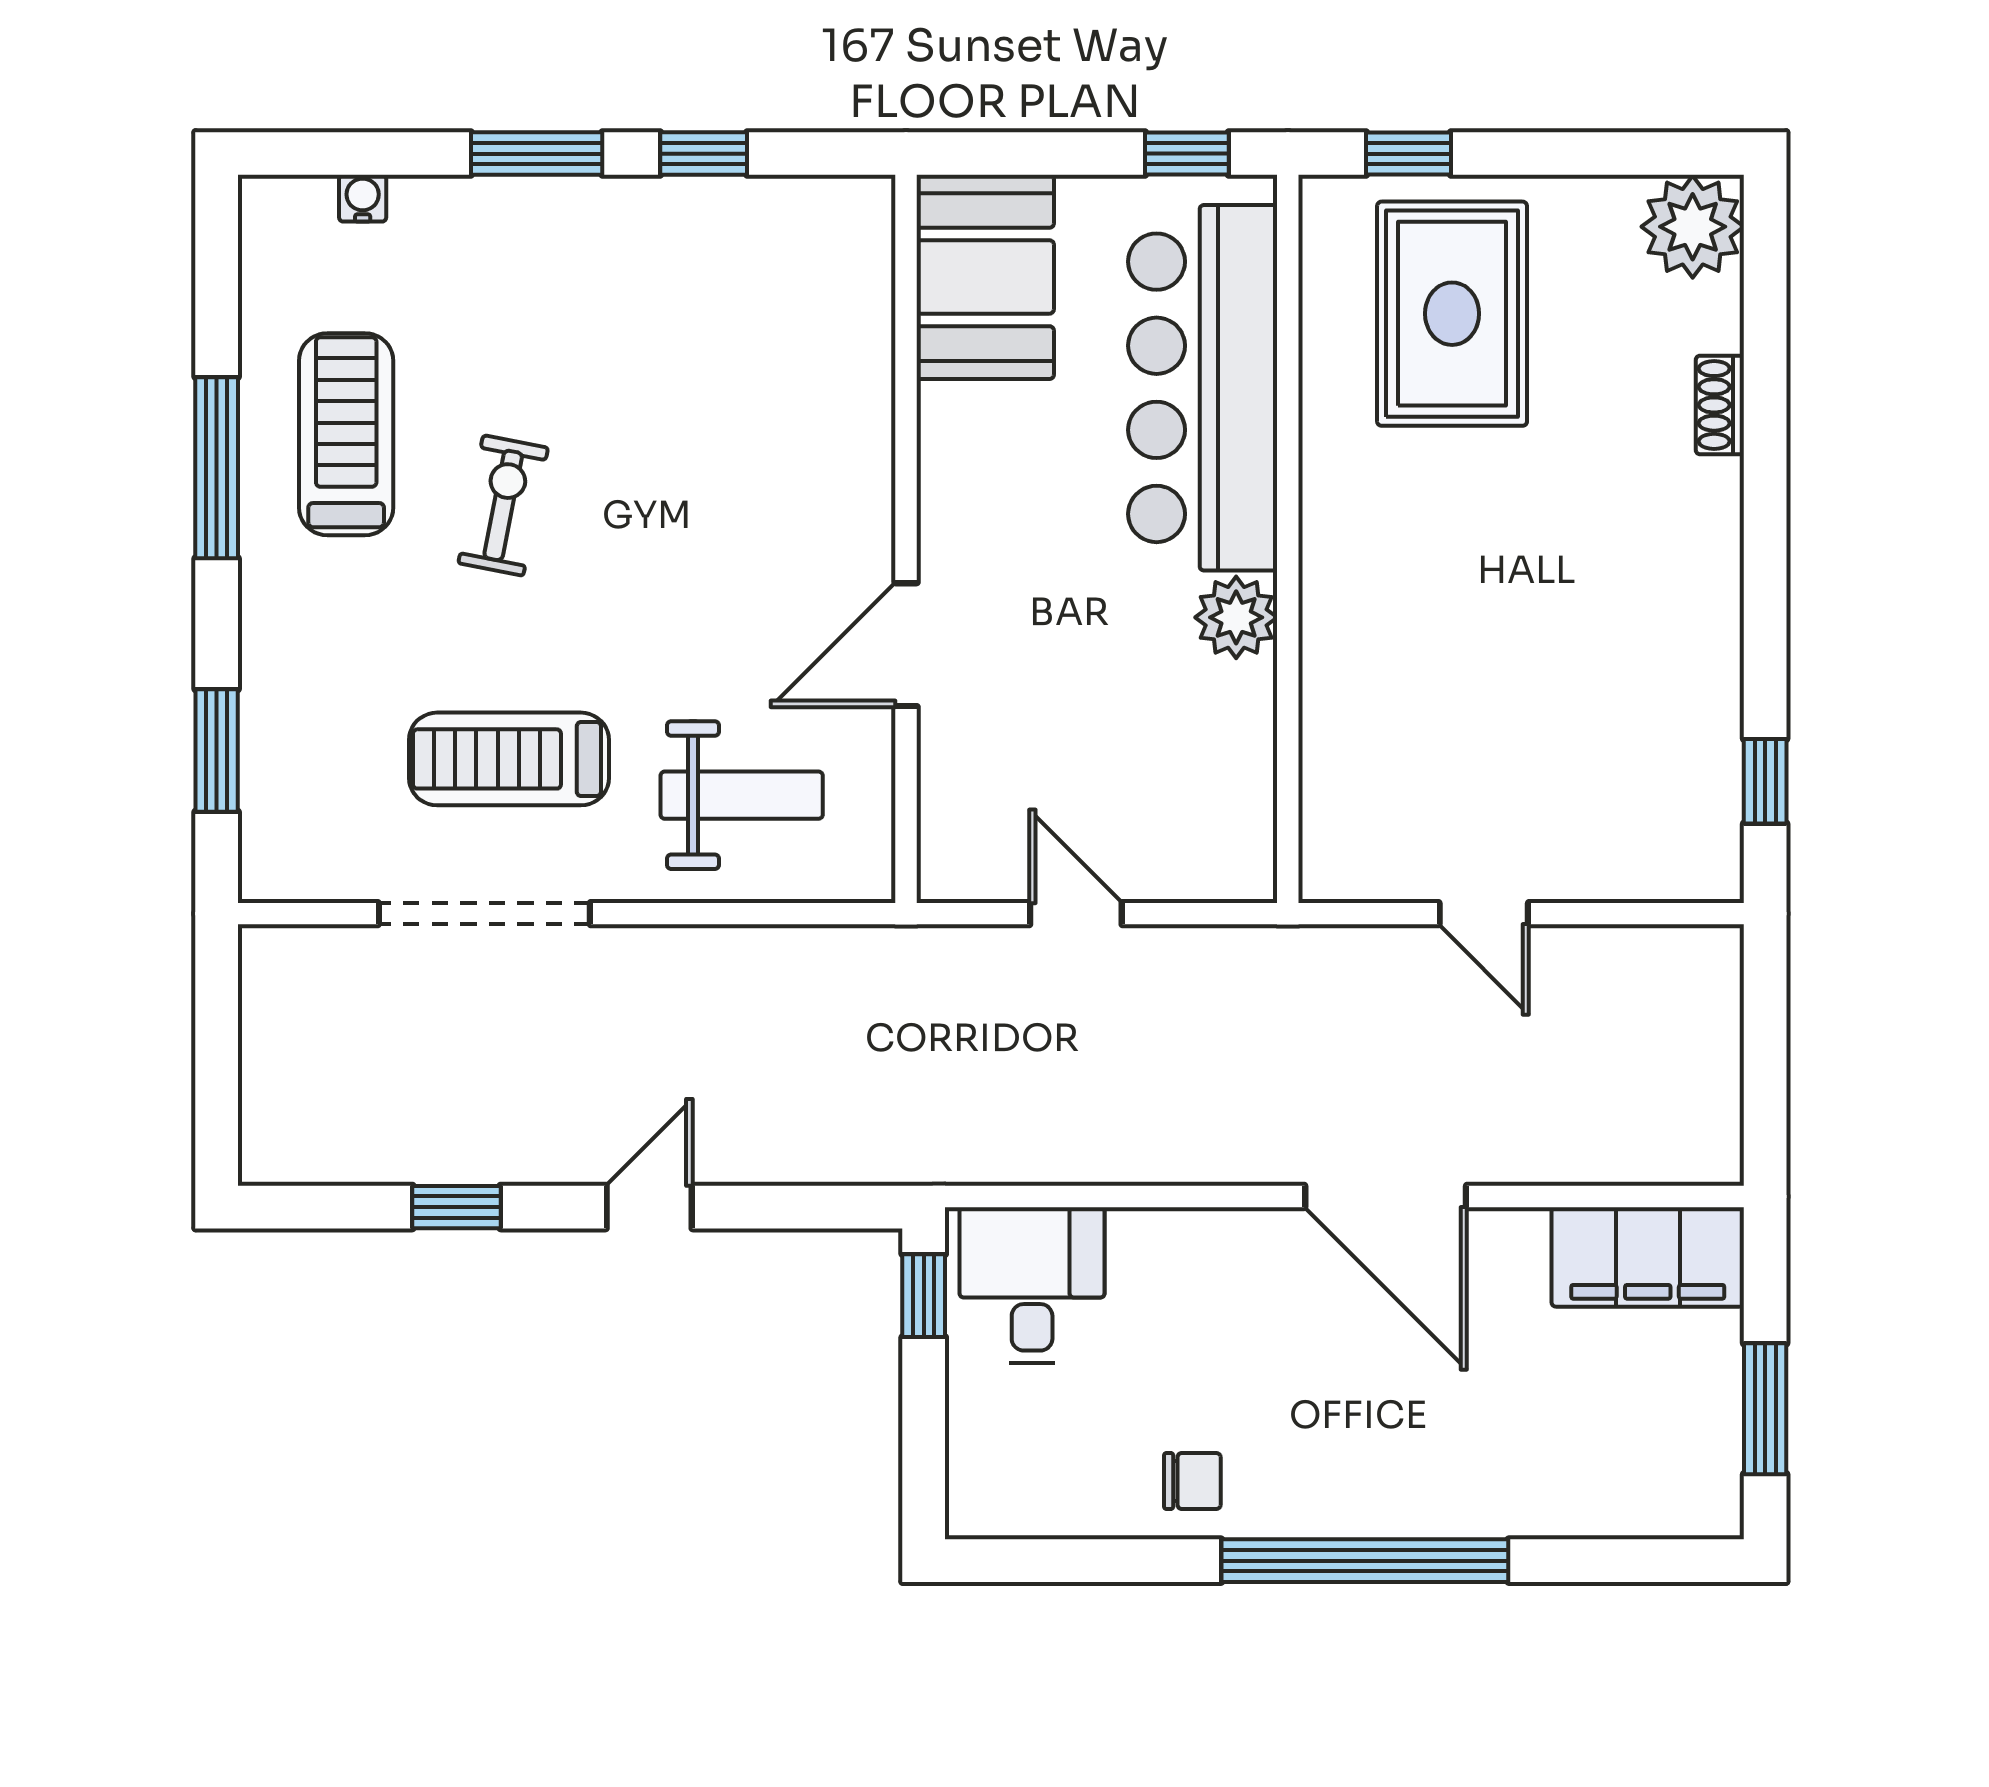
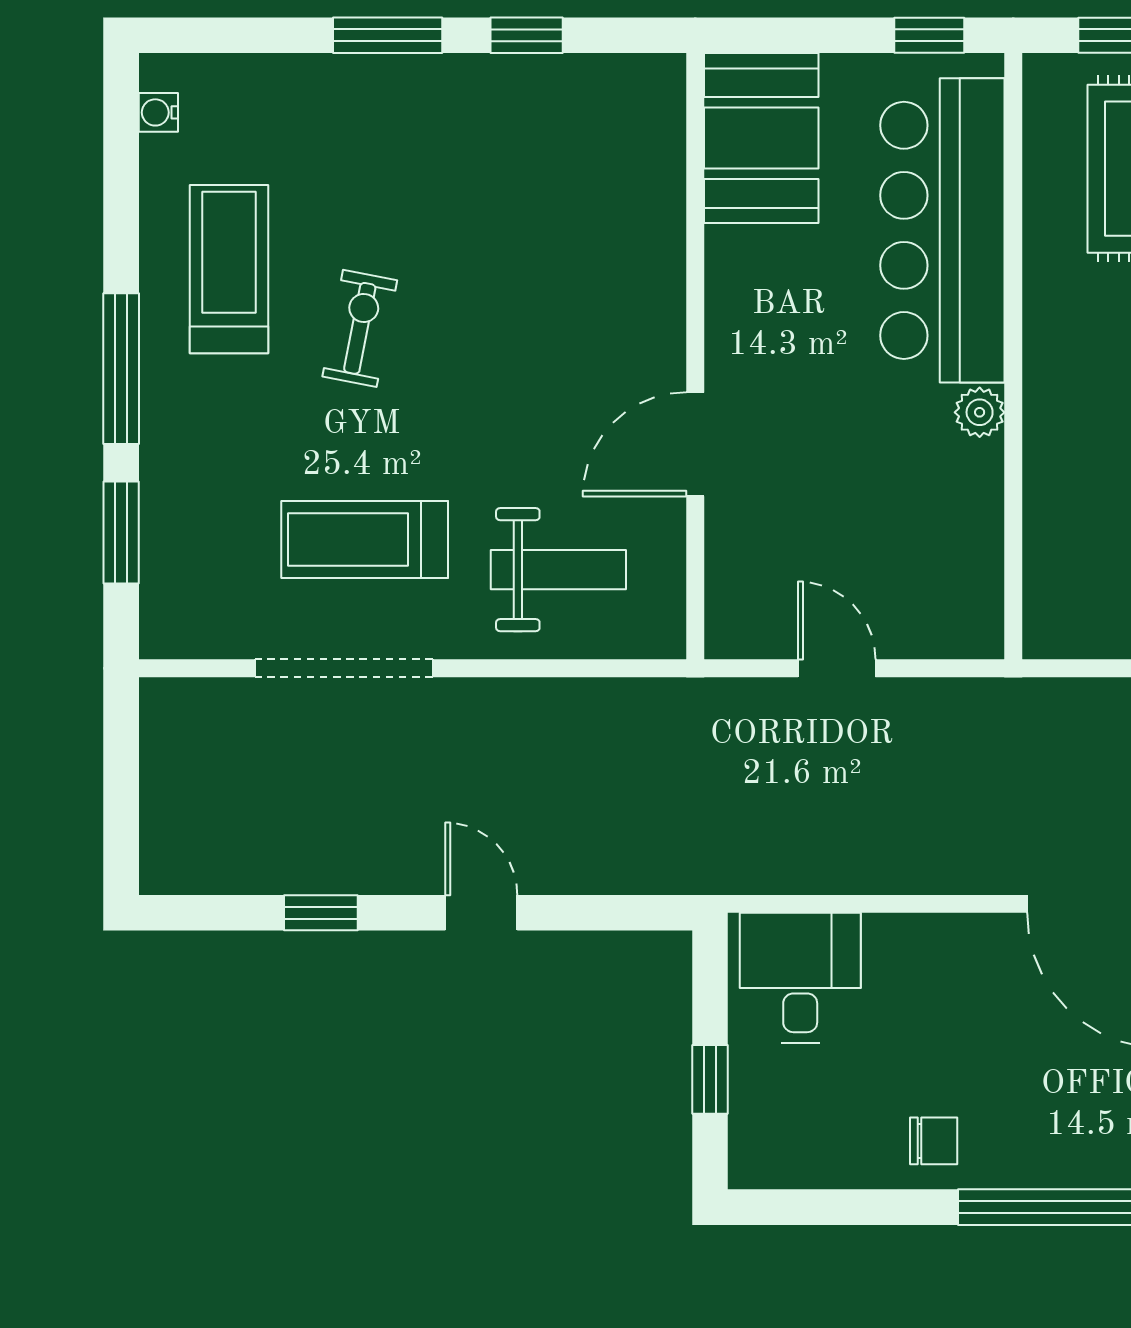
water cooler: (363, 198) -> (158, 112), moved, turned -90
window: (217, 468) -> (121, 369), moved
plant: (1236, 617) -> (980, 412), width x0.73, depth x0.73
door: (649, 1207) -> (481, 913), hinge flipped
window: (924, 1296) -> (710, 1079), moved

